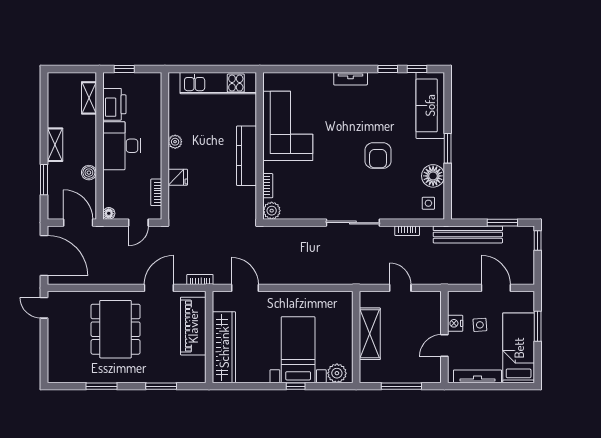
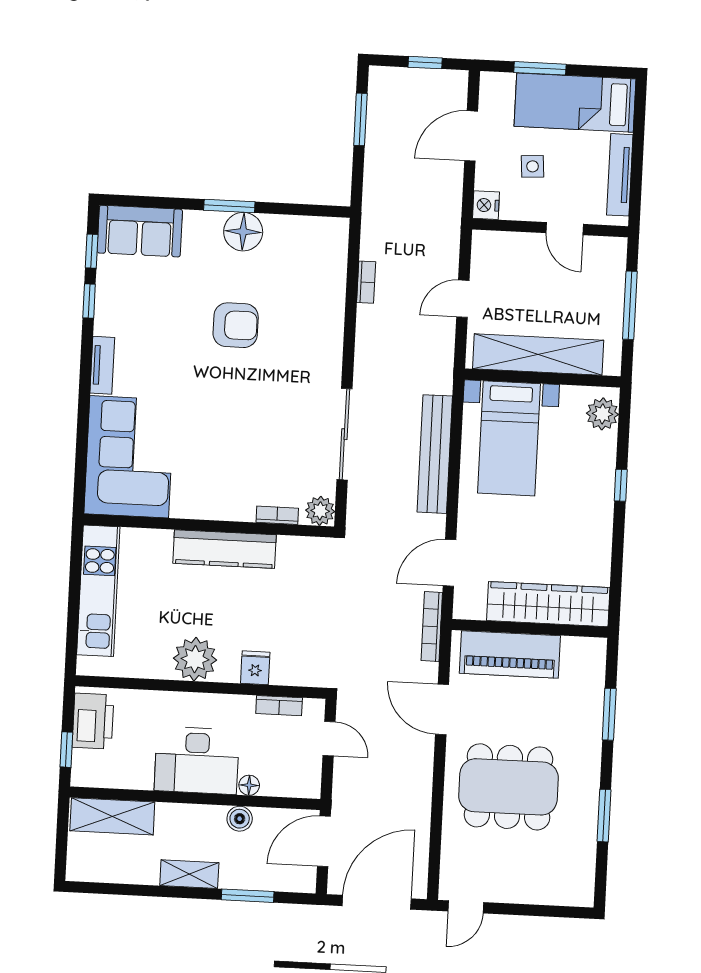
shelving: (89, 98) -> (112, 816), width x1.50, depth x1.33
printer: (114, 104) -> (93, 721), moved, turned 90
sofa: (430, 105) -> (140, 231), width x0.73
corner sofa: (288, 126) -> (129, 457), moved, turned 90
plant: (175, 142) -> (195, 659), width x1.88, depth x1.88
floor lamp: (433, 176) -> (243, 232), moved
side table: (428, 203) -> (321, 244), removed
floor lamp: (109, 213) -> (249, 785), moved
sliding door: (353, 223) -> (344, 434), moved
bench: (468, 234) -> (435, 454), moved
window: (538, 241) -> (425, 63), moved
bookcase: (200, 279) -> (432, 626), width x1.56
nightstand: (455, 323) -> (486, 205), moved, turned 90
shelving: (370, 334) -> (538, 355), width x1.47
bed with nightstands: (298, 350) -> (509, 438), moved, turned -90

